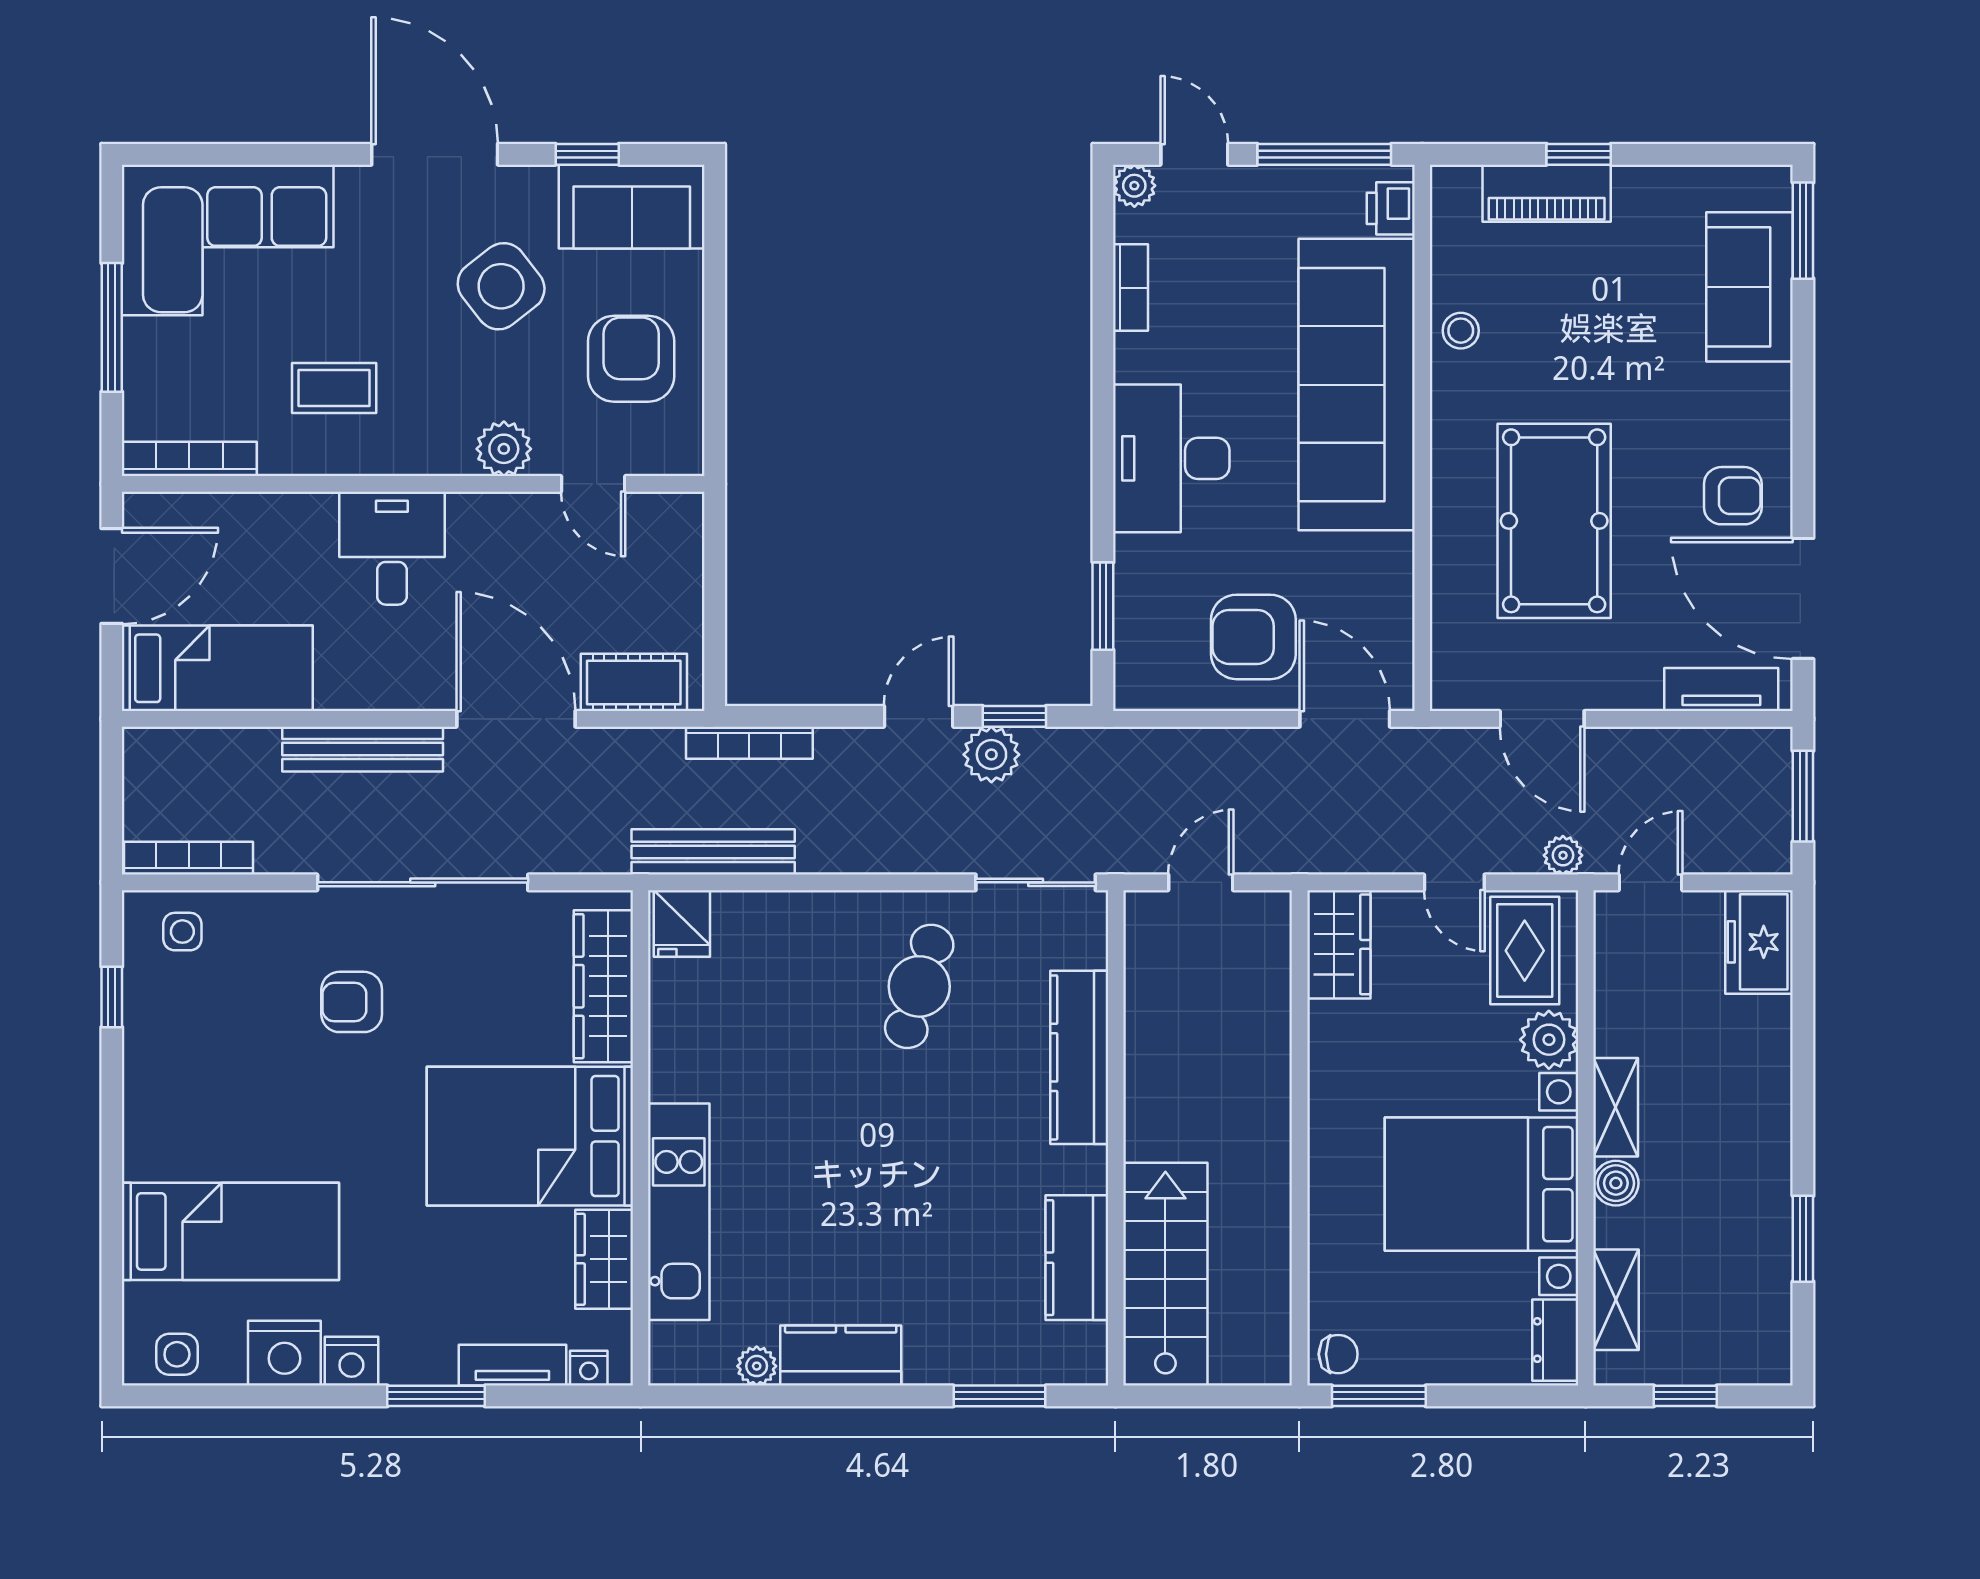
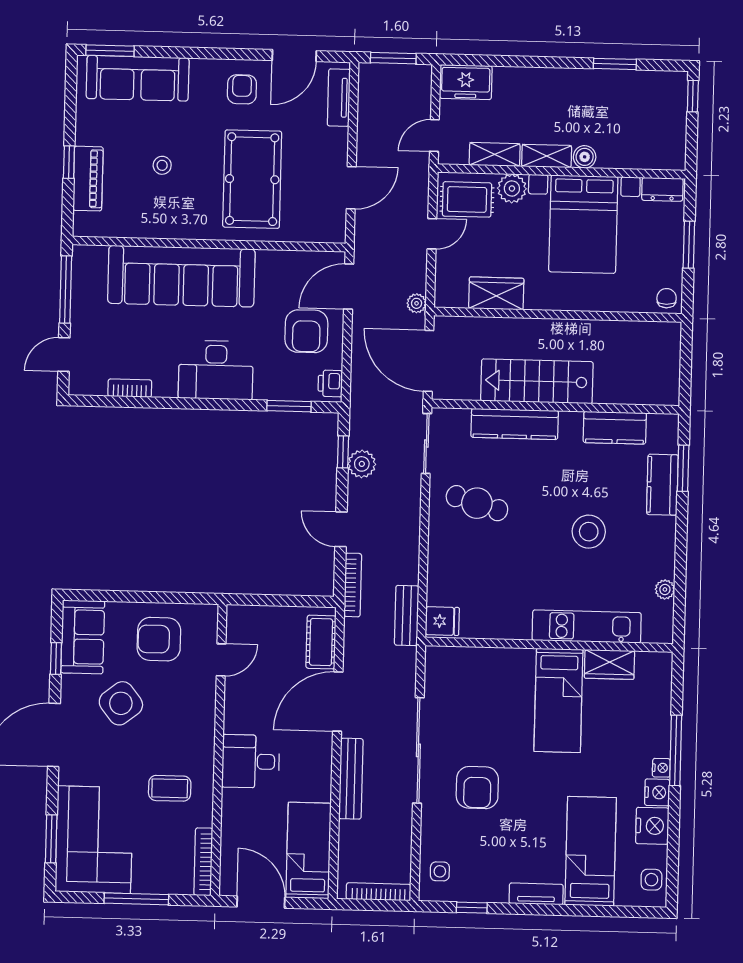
window: (227, 154) -> (51, 839), added
plant: (1134, 186) -> (79, 385), removed
printer: (1391, 208) -> (330, 383), moved, turned 90
sofa: (1749, 287) -> (138, 78), width x1.36
stool: (1461, 331) -> (162, 165), moved
coffee table: (334, 388) -> (170, 788), turned 90
plant: (504, 449) -> (202, 704), removed
pool table: (1554, 521) -> (252, 179), turned 90
door: (1803, 598) -> (294, 56), width x0.73
door: (919, 716) -> (341, 529), moved
bench: (713, 852) -> (407, 615), width x0.73
plant: (1563, 855) -> (417, 303), moved
bookcase: (189, 858) -> (379, 892), moved, turned 90
door: (1201, 882) -> (429, 361), width x1.87
door: (1651, 882) -> (434, 136), hinge flipped
wardrobe: (1339, 944) -> (496, 293), moved
wardrobe: (603, 986) -> (473, 661), removed
armchair: (352, 1002) -> (477, 788), width x1.38, depth x1.38
bed: (530, 1136) -> (558, 700), width x0.67
stool: (868, 1211) -> (589, 532), added
stairs: (1165, 1274) -> (537, 381), moved
shelving: (1616, 1300) -> (495, 154), moved
kitchen counter: (841, 1355) -> (662, 485), moved
tv unit: (512, 1365) -> (536, 894), moved, turned 90
nightstand: (589, 1368) -> (661, 768), moved
window: (436, 1396) -> (676, 750), width x1.44
window: (1379, 1396) -> (689, 245), moved
window: (1685, 1396) -> (693, 96), moved

